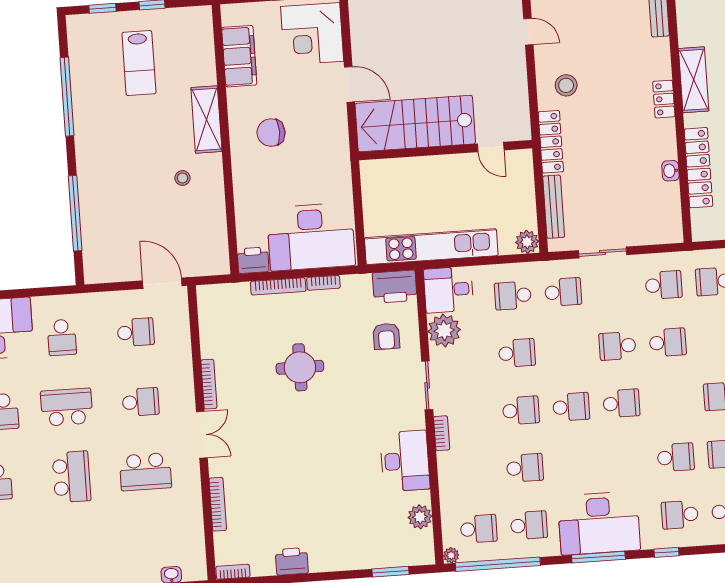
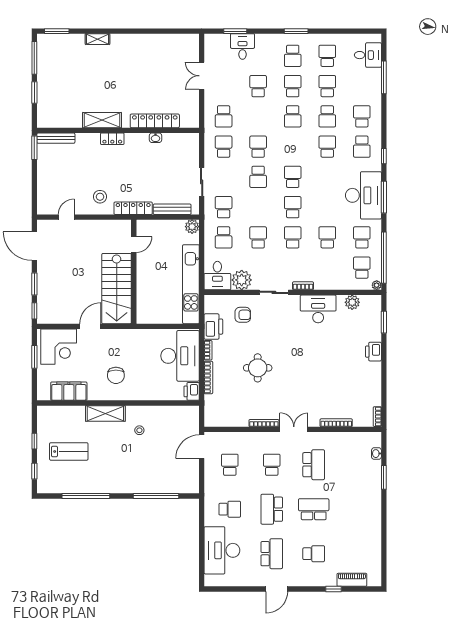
printer: (395, 287) -> (213, 327), moved
printer: (292, 561) -> (373, 352), moved

